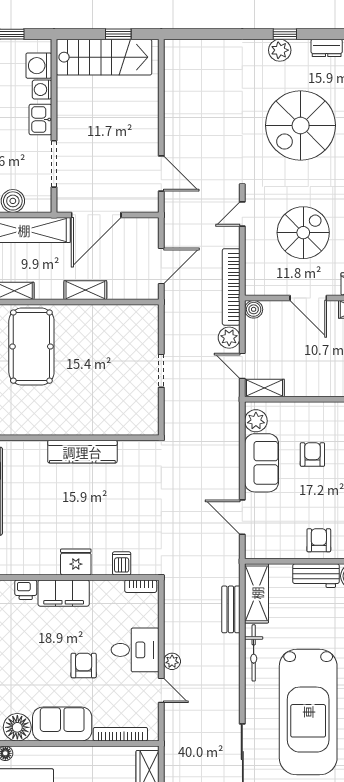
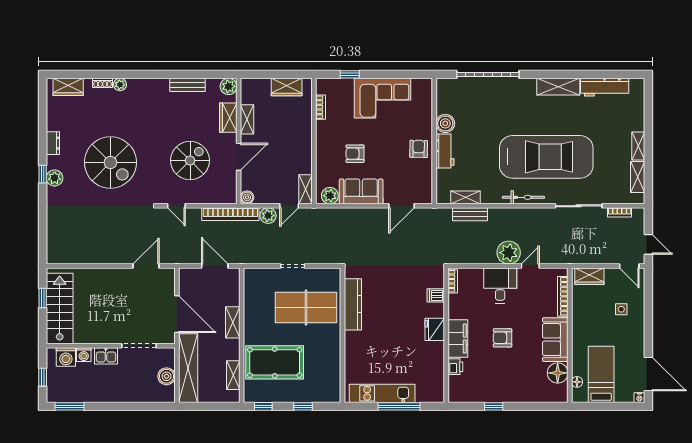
spiral stairs: (303, 233) -> (190, 160), turned 90
table tennis table: (105, 389) -> (306, 308), added
kitchen counter: (82, 452) -> (353, 304), moved
armchair: (319, 540) -> (419, 149), turned 91
shelving: (257, 593) -> (465, 197), width x0.67, depth x0.75
bicycle: (254, 653) -> (523, 197), moved
plant: (172, 661) -> (509, 253), width x1.87, depth x1.87
armchair: (84, 666) -> (502, 338), moved

